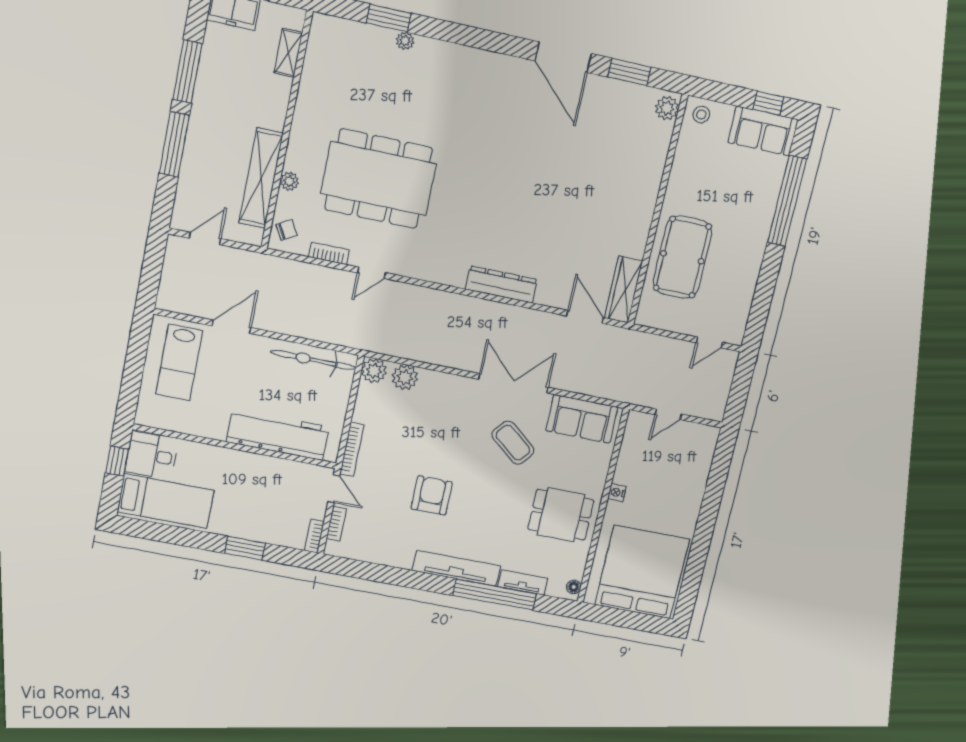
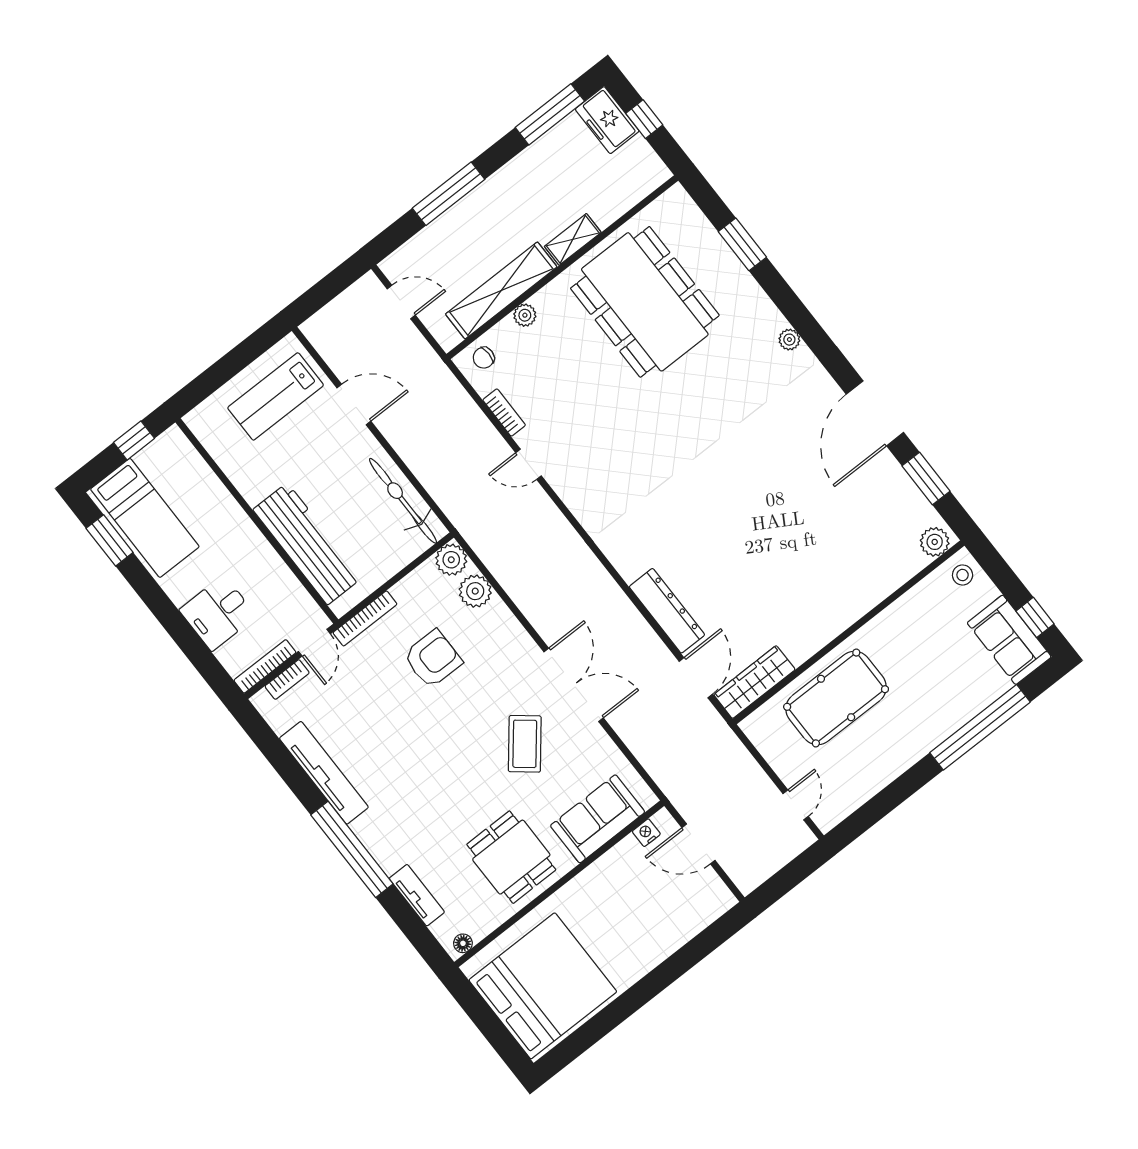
plant: (405, 41) -> (789, 340), moved
shelving: (288, 53) -> (573, 239), moved
window: (187, 72) -> (550, 114), moved
dining table: (378, 179) -> (645, 302), moved
chair: (287, 230) -> (484, 358), turned 119
dresser: (501, 284) -> (667, 611), moved
door: (709, 342) -> (796, 805), swing flipped
door: (668, 414) -> (698, 844), width x1.38
sofa: (582, 419) -> (598, 819), moved, turned 90
desk: (152, 455) -> (218, 613), moved, turned -90
nightstand: (617, 492) -> (646, 833), moved
armchair: (432, 495) -> (433, 659), moved
bookcase: (314, 536) -> (265, 666), width x1.56
window: (245, 548) -> (110, 540), moved
tv unit: (456, 568) -> (324, 773), moved
window: (495, 595) -> (352, 849), moved

